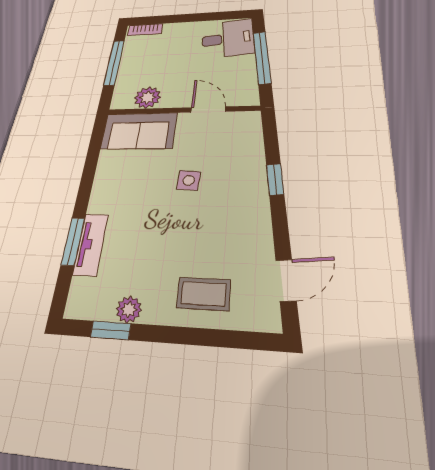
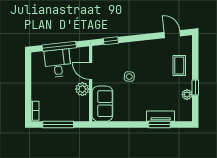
desk: (228, 39) -> (58, 63), moved
plant: (148, 97) -> (82, 89), moved
door: (208, 109) -> (91, 71), hinge flipped
window: (275, 179) -> (111, 41), moved
window: (111, 330) -> (195, 87), moved

